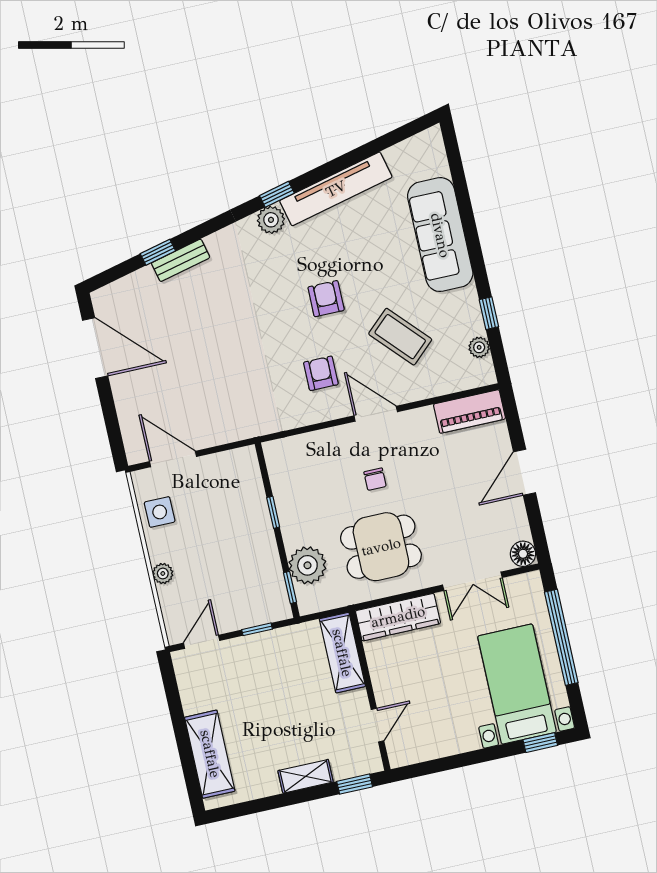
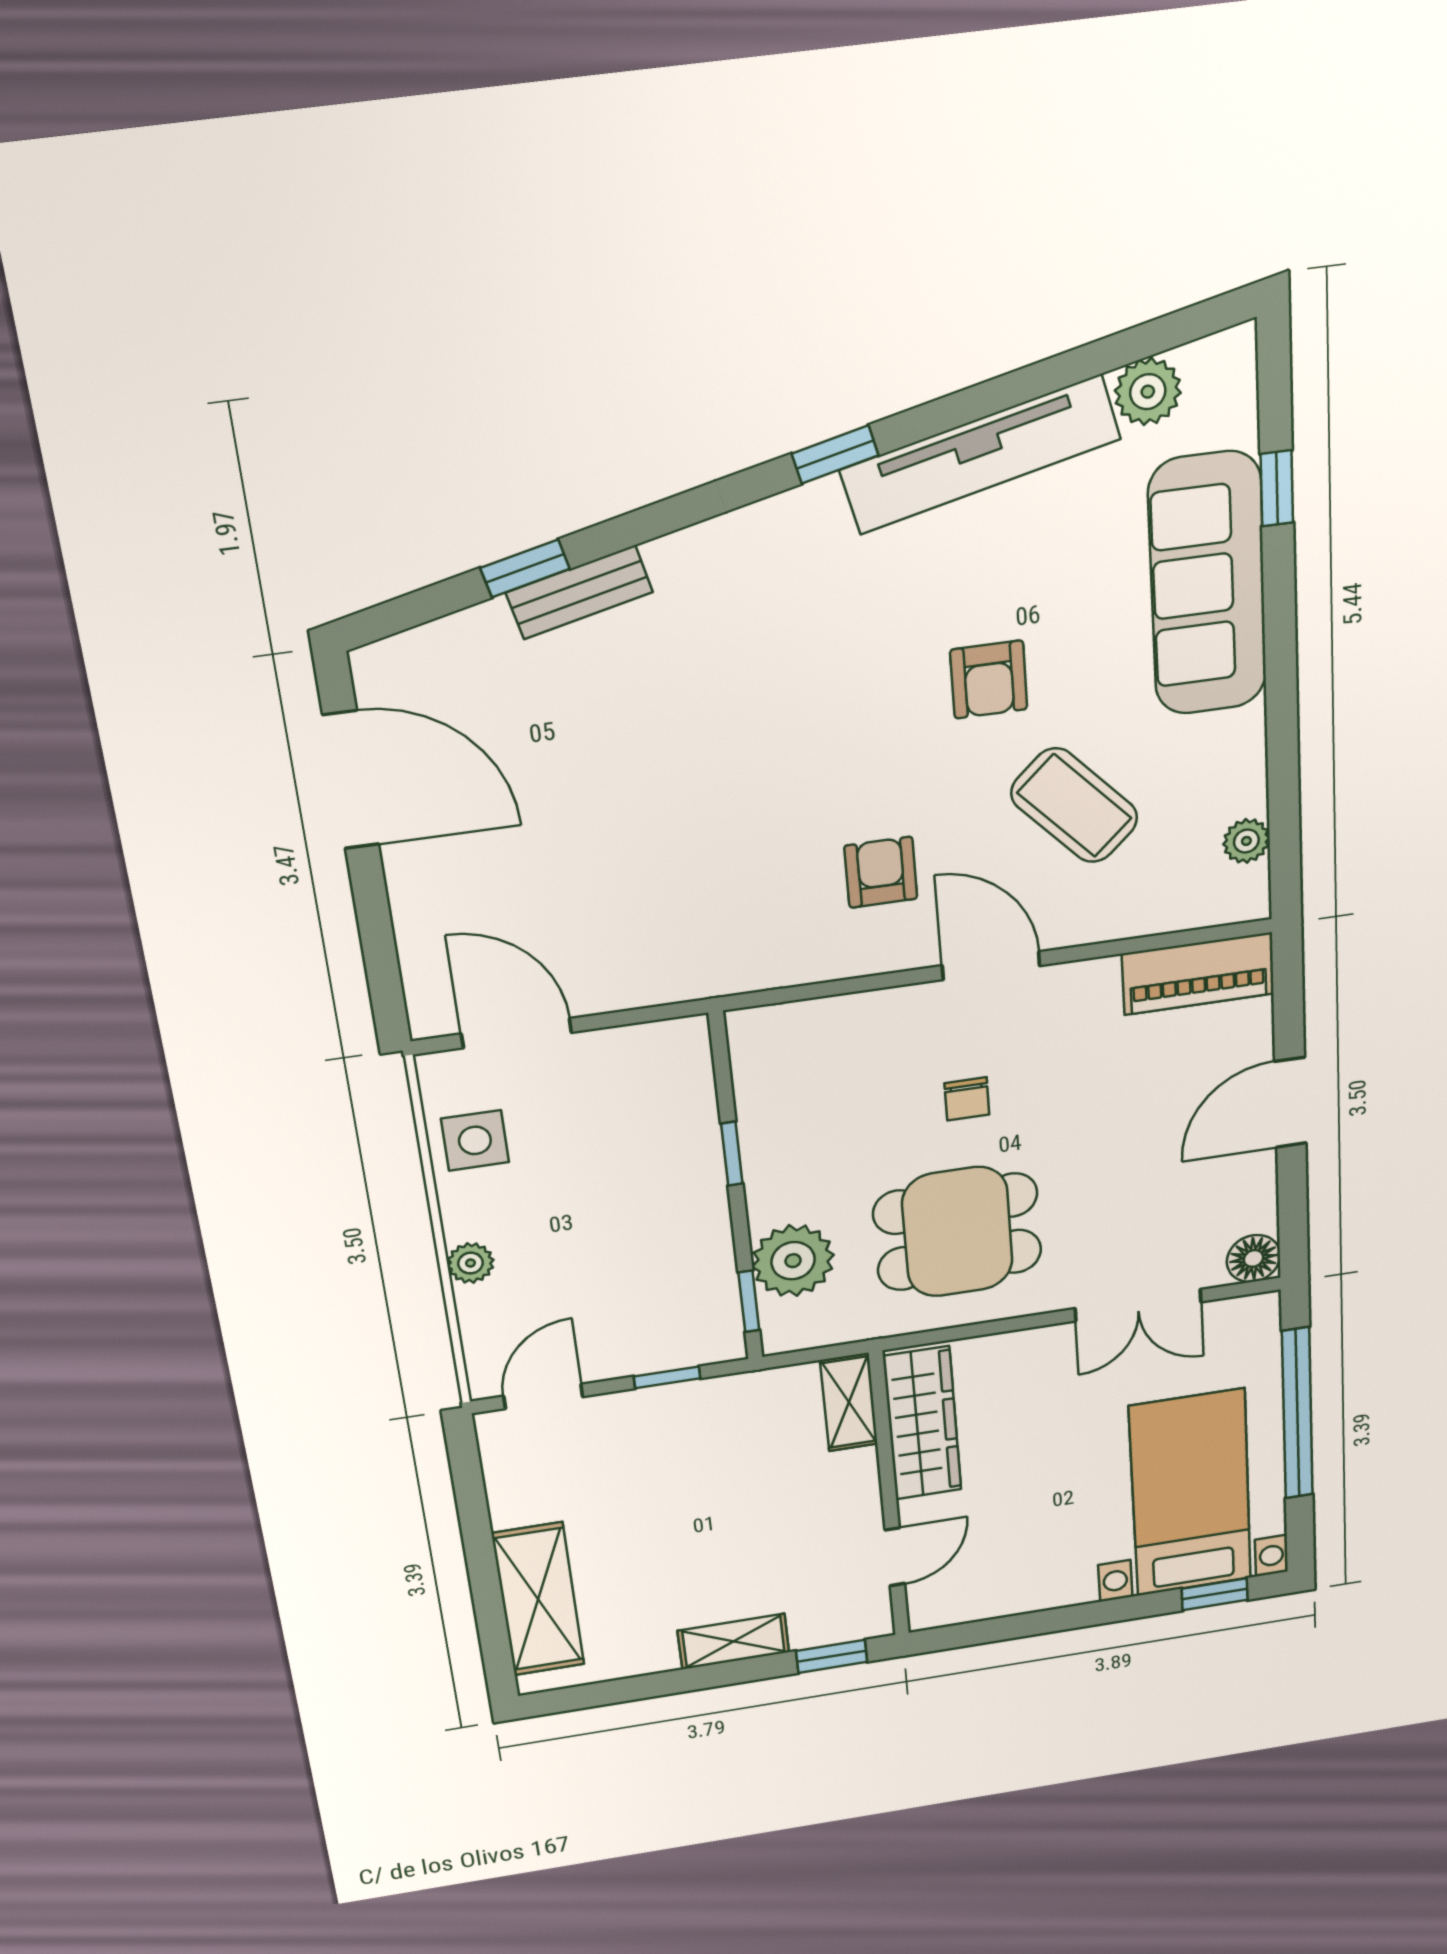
plant: (271, 220) -> (1148, 392), moved
armchair: (326, 299) -> (989, 680), moved, turned 180
window: (489, 313) -> (1277, 488), moved
wardrobe: (398, 617) -> (922, 1423), moved, turned -90
shelving: (342, 653) -> (849, 1402), width x0.67, depth x0.75

